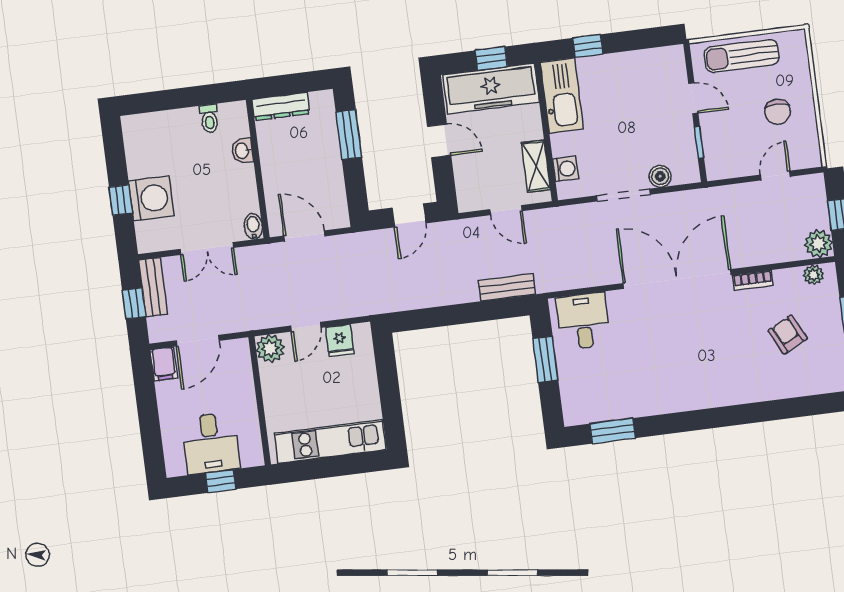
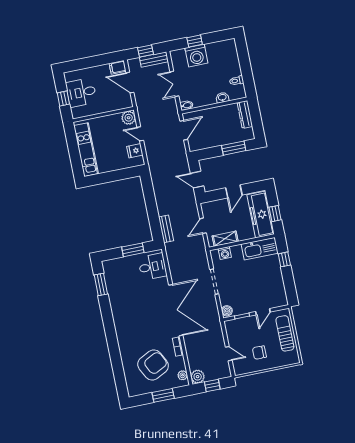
boiler: (660, 176) -> (227, 311), moved
armchair: (788, 335) -> (153, 365), width x1.88, depth x1.88

